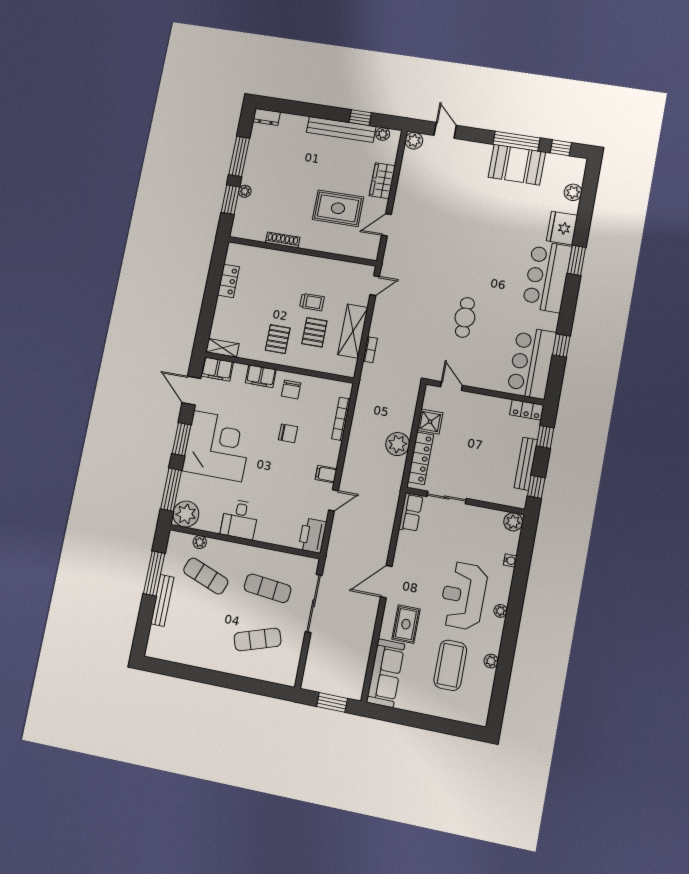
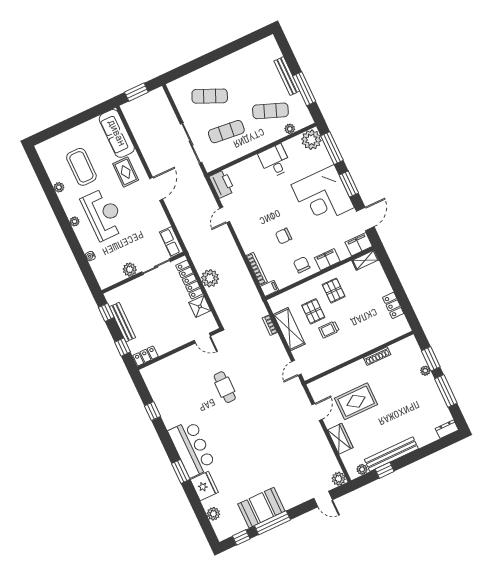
bar counter: (532, 363) -> (163, 387), removed
door: (191, 391) -> (365, 219), hinge flipped
filing cabinet: (326, 474) -> (269, 288), moved
plant: (513, 522) -> (130, 269), moved
exercise mat: (258, 639) -> (210, 96), turned 42

